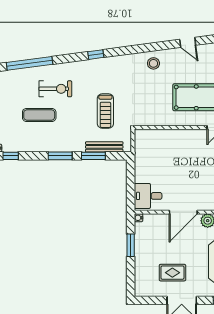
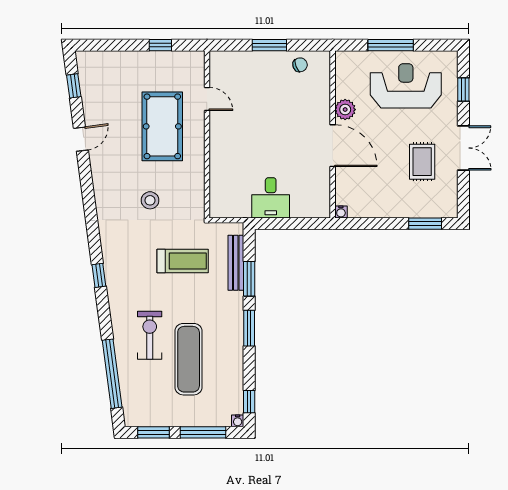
stool: (153, 63) -> (150, 200), moved
exercise mat: (39, 115) -> (189, 359), width x1.36, depth x1.45
desk: (148, 196) -> (271, 198), moved
window: (131, 245) -> (425, 224), moved

